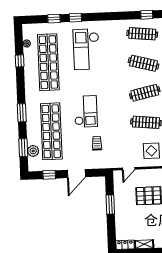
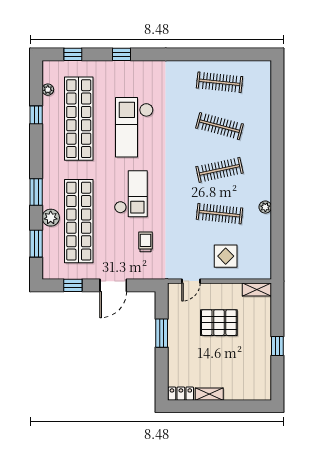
window: (147, 15) -> (227, 54), removed
window: (54, 19) -> (73, 54), moved
checkout: (86, 49) -> (134, 127), moved
plant: (33, 151) -> (51, 218), moved

